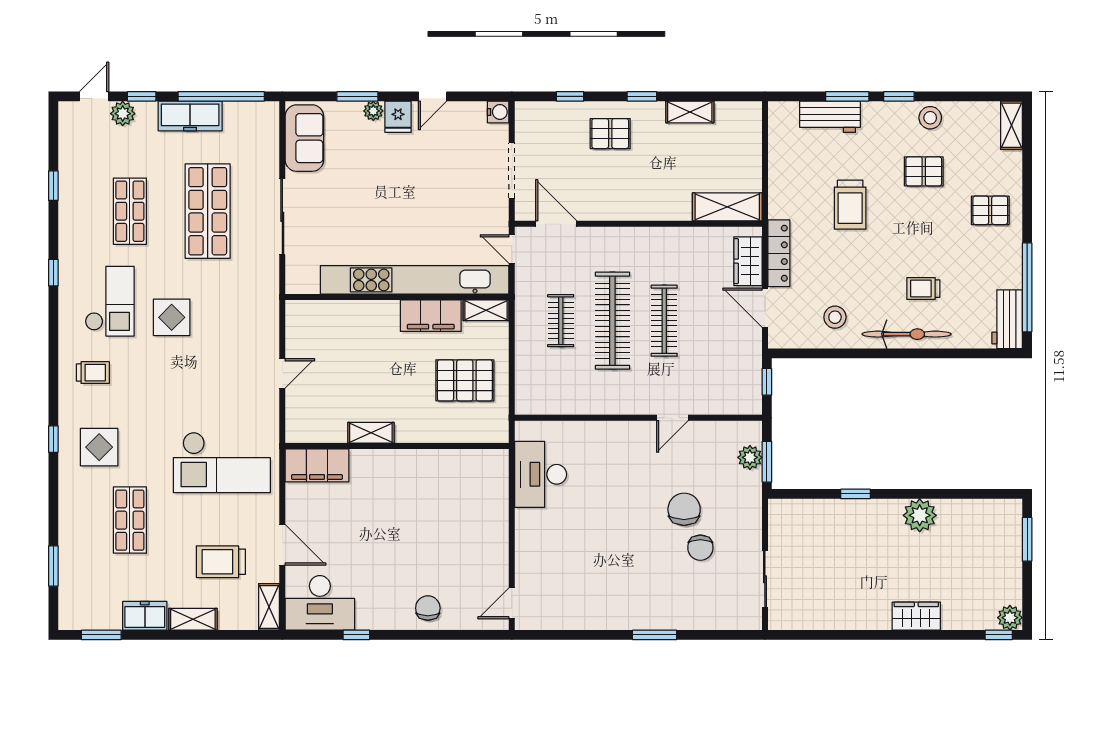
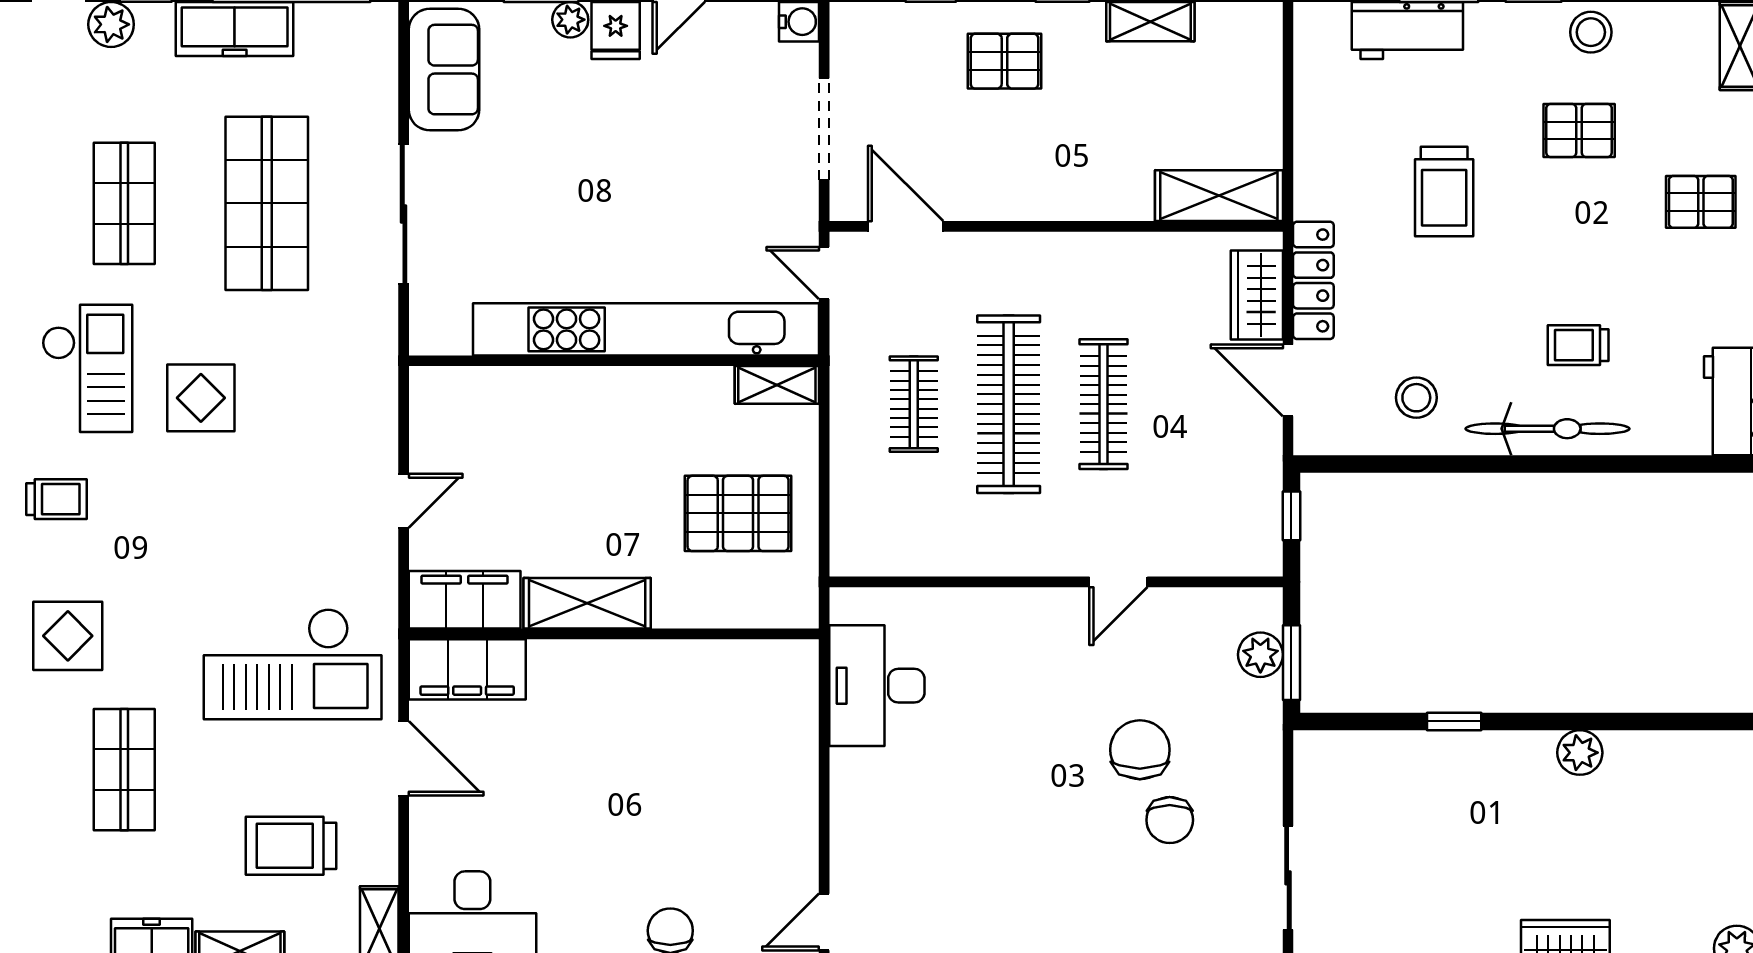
filing cabinet: (431, 316) -> (465, 600), moved, turned 180
shelving: (371, 433) -> (587, 603), width x1.50, depth x1.33
plant: (920, 515) -> (1580, 753), width x0.73, depth x0.73
door: (282, 545) -> (404, 758), moved

